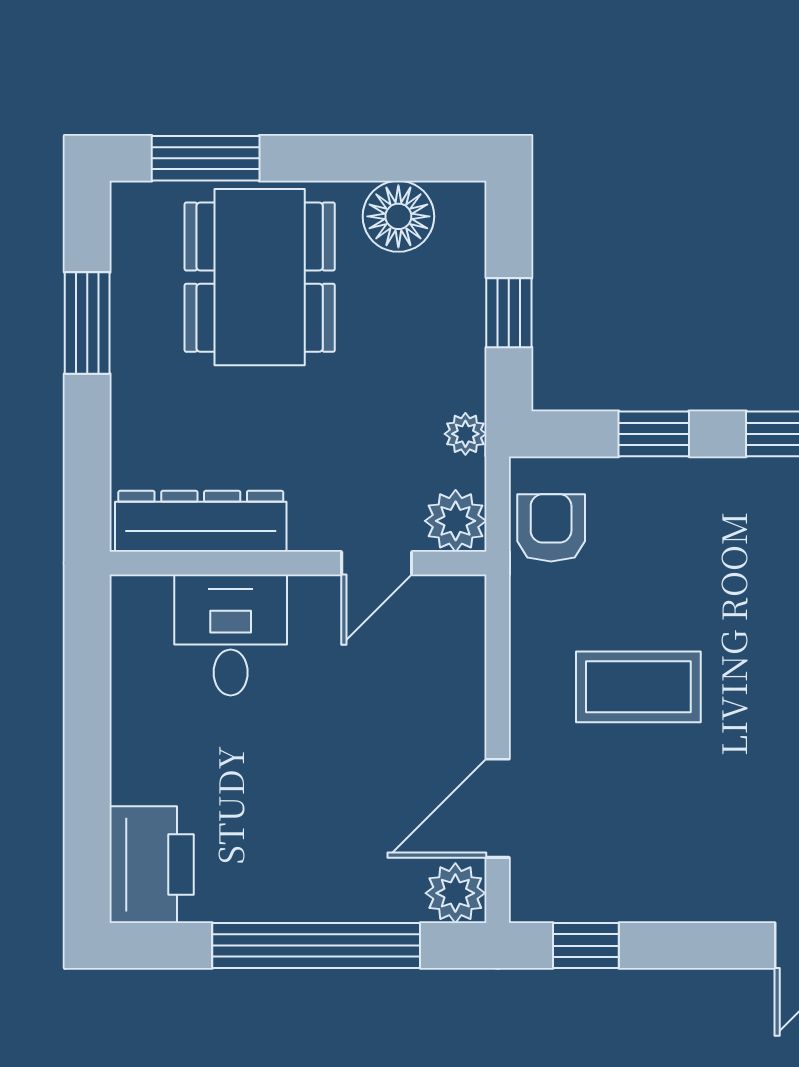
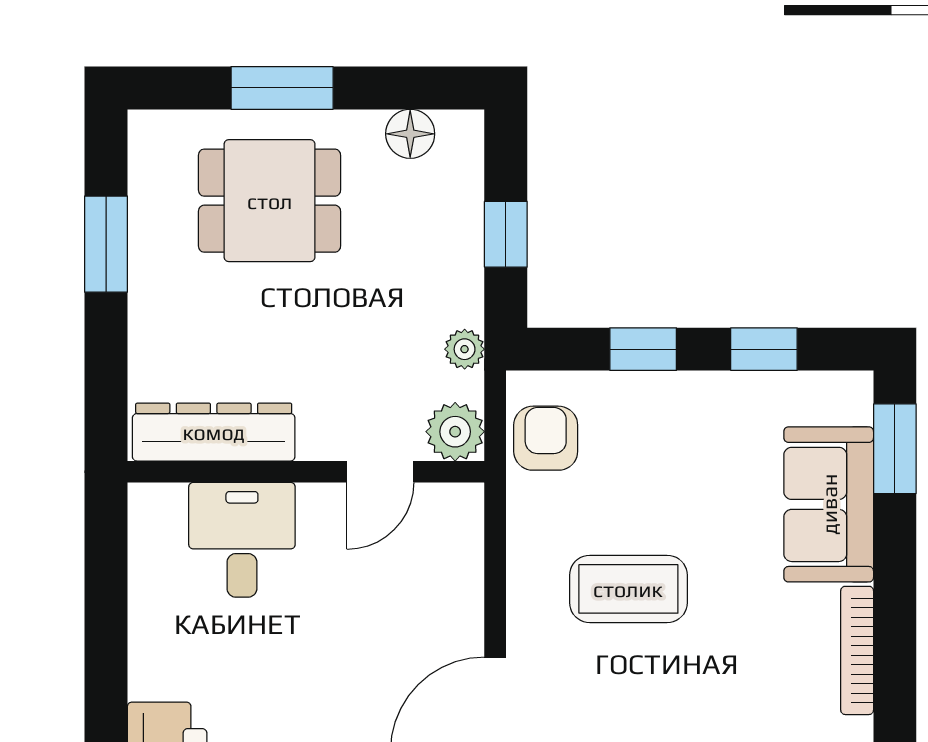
window: (206, 158) -> (282, 88), moved
floor lamp: (398, 216) -> (410, 134), width x0.73, depth x0.73
dining table: (260, 277) -> (270, 201), width x0.73

